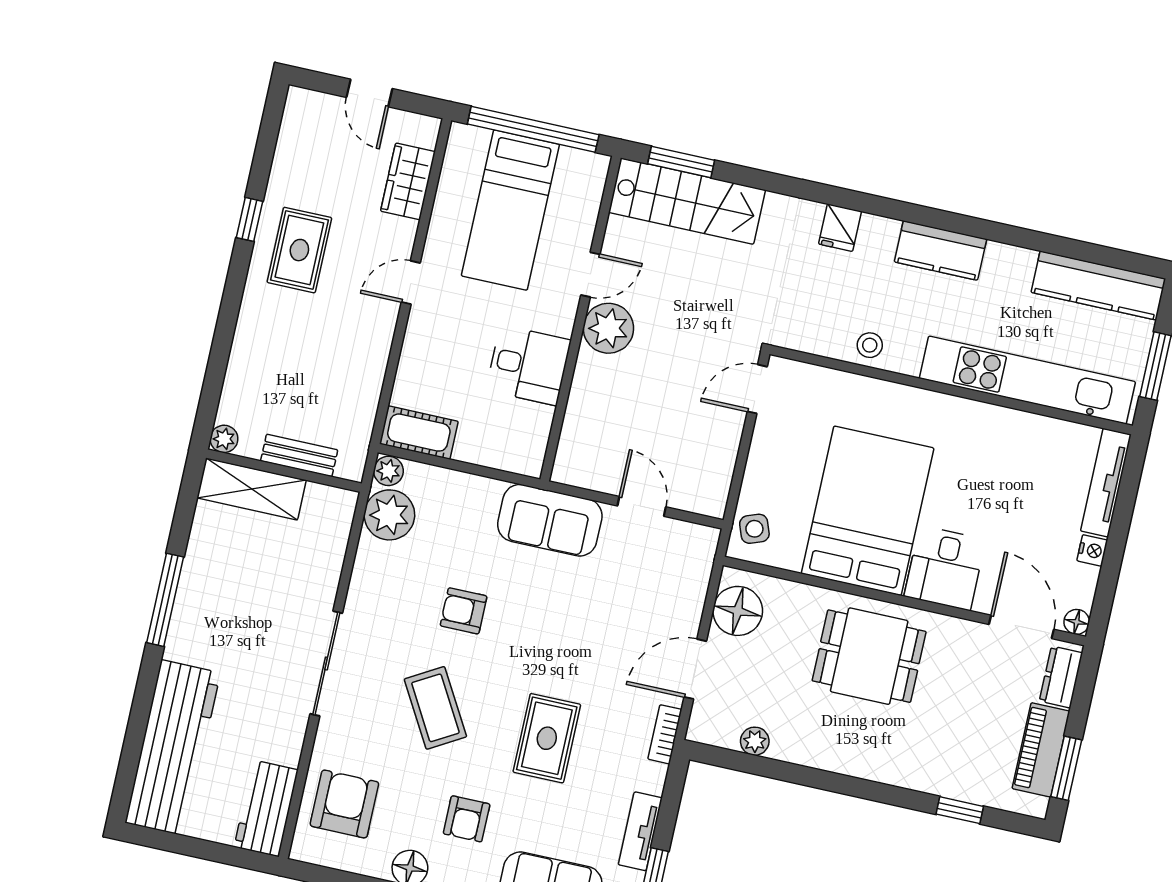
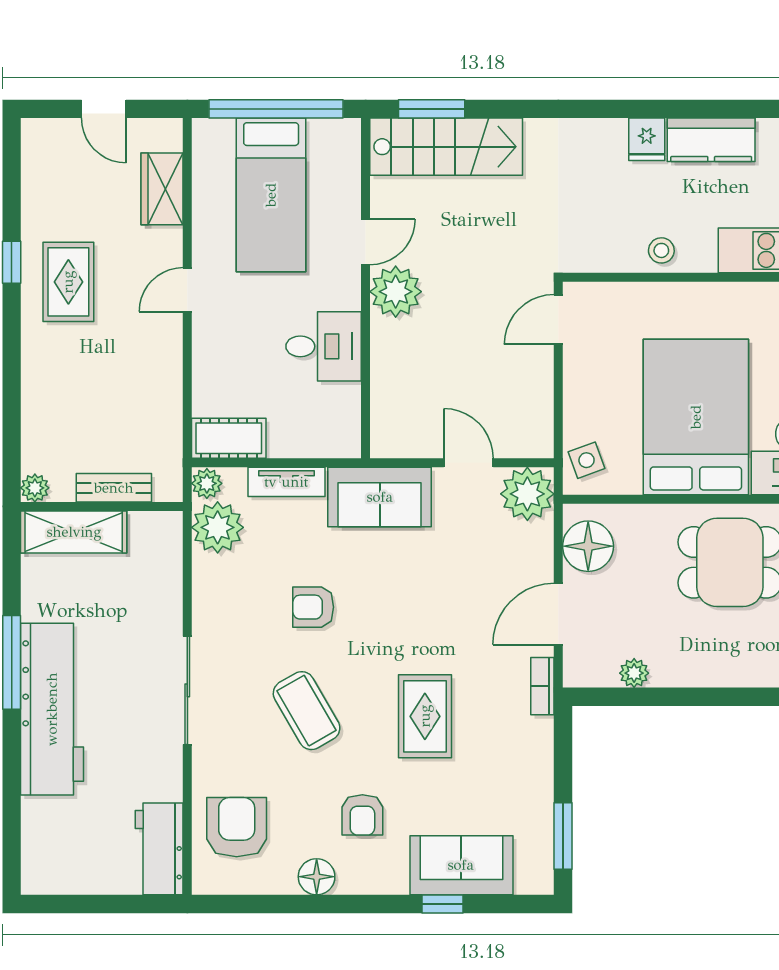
fridge: (840, 228) -> (647, 139), moved
plant: (691, 548) -> (527, 494), added
workbench: (173, 748) -> (52, 709), moved
tv unit: (640, 831) -> (286, 482), moved, turned -90

